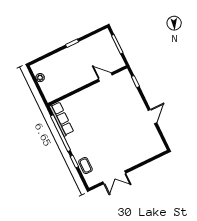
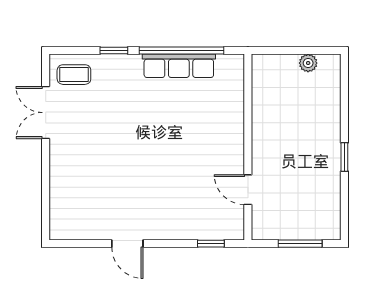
door: (105, 77) -> (248, 190), swing flipped
row of seats: (62, 119) -> (179, 66), moved
coffee table: (85, 166) -> (74, 75), moved

